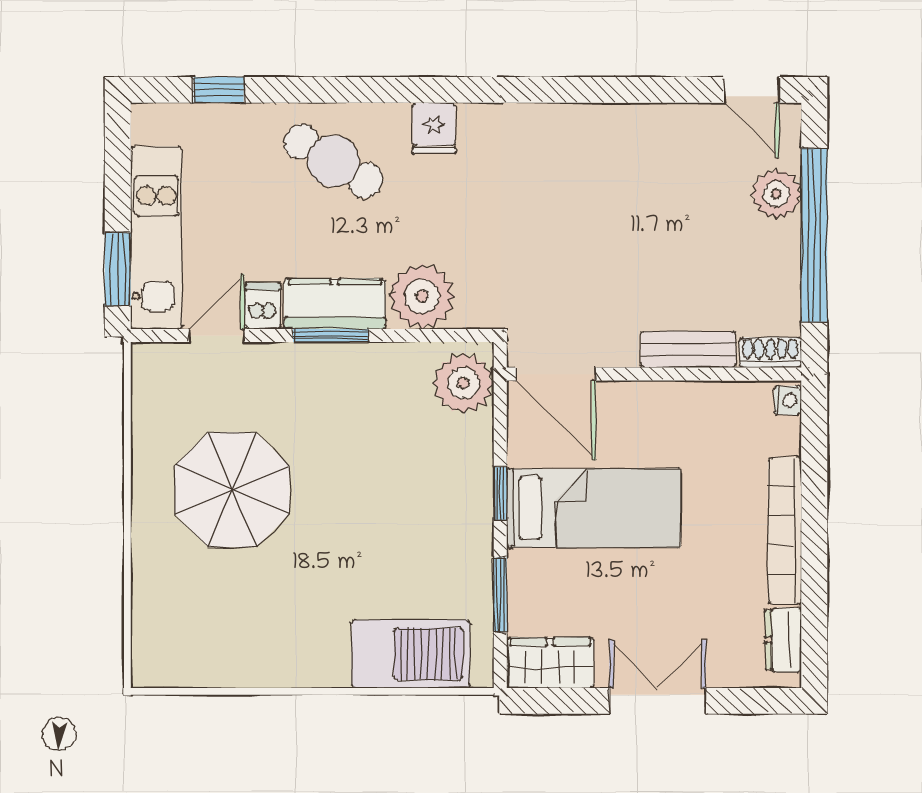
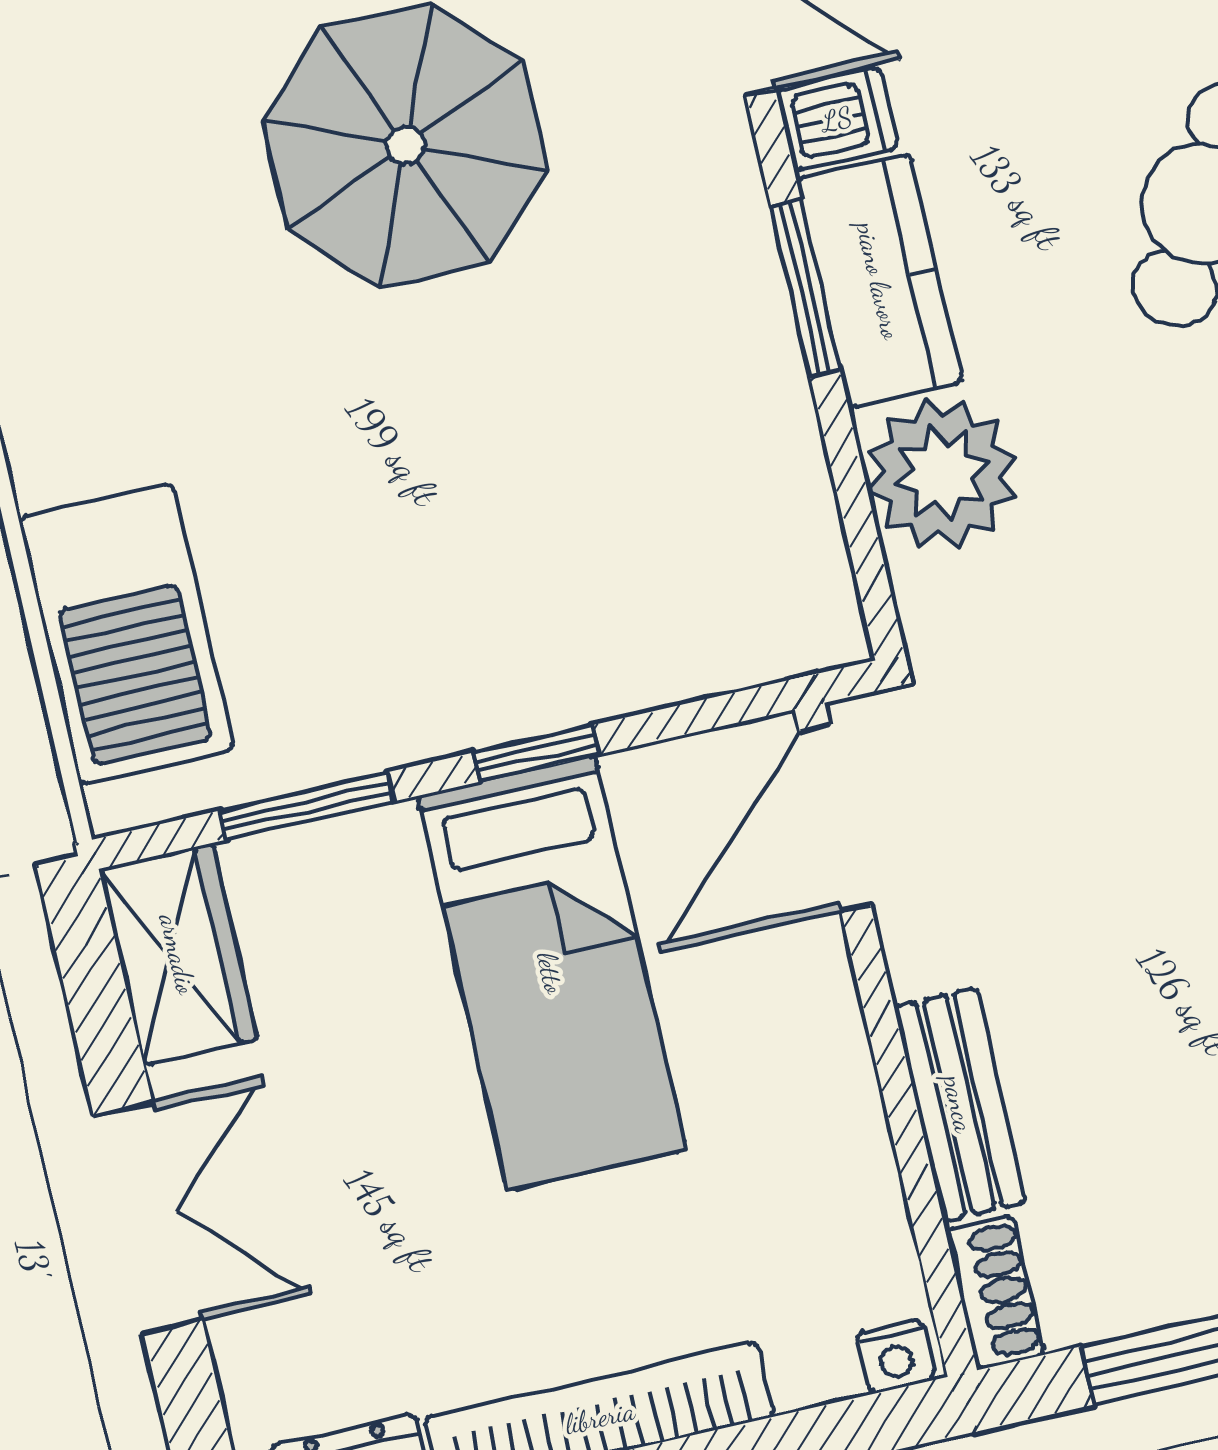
plant: (463, 383) -> (766, 613), removed

